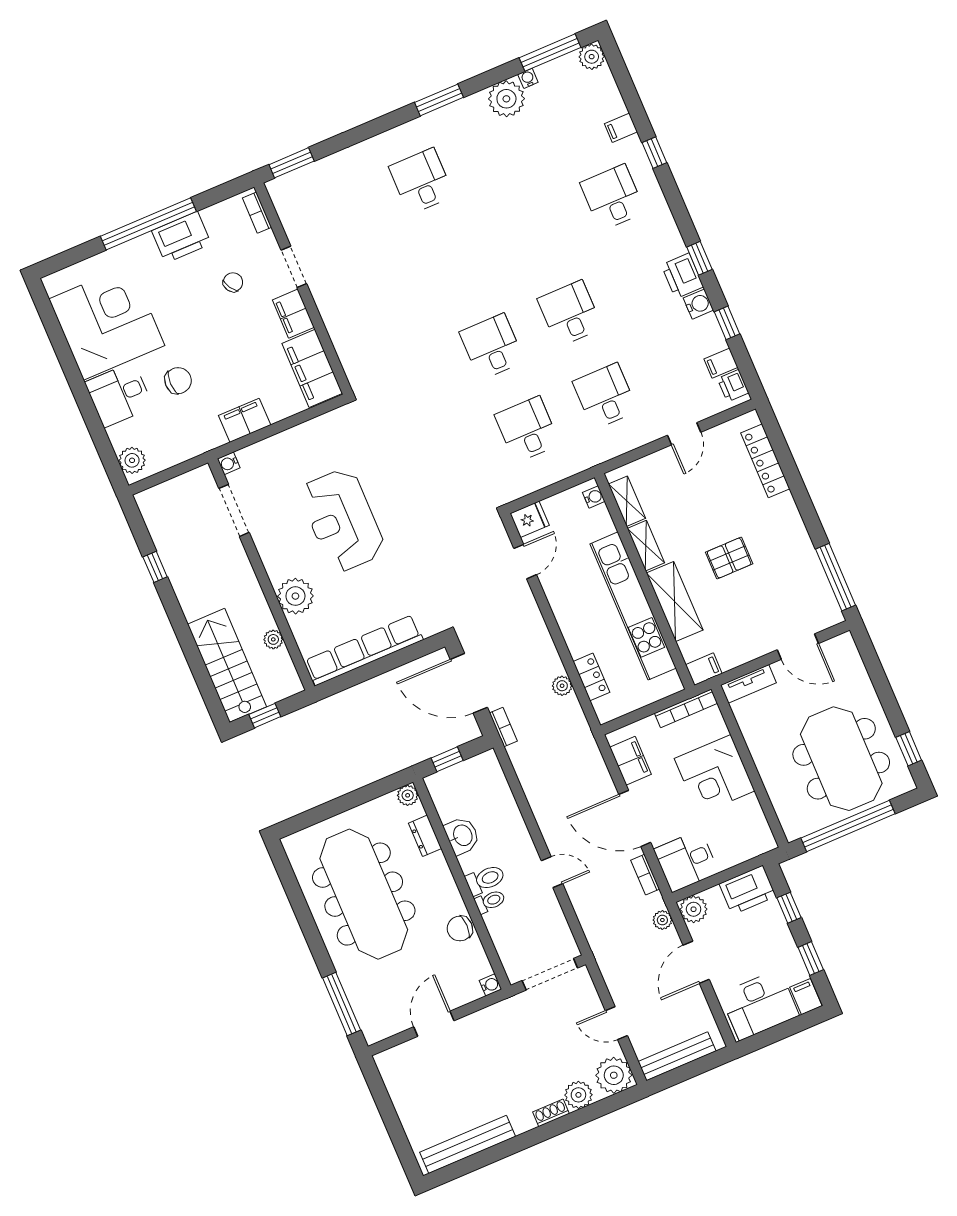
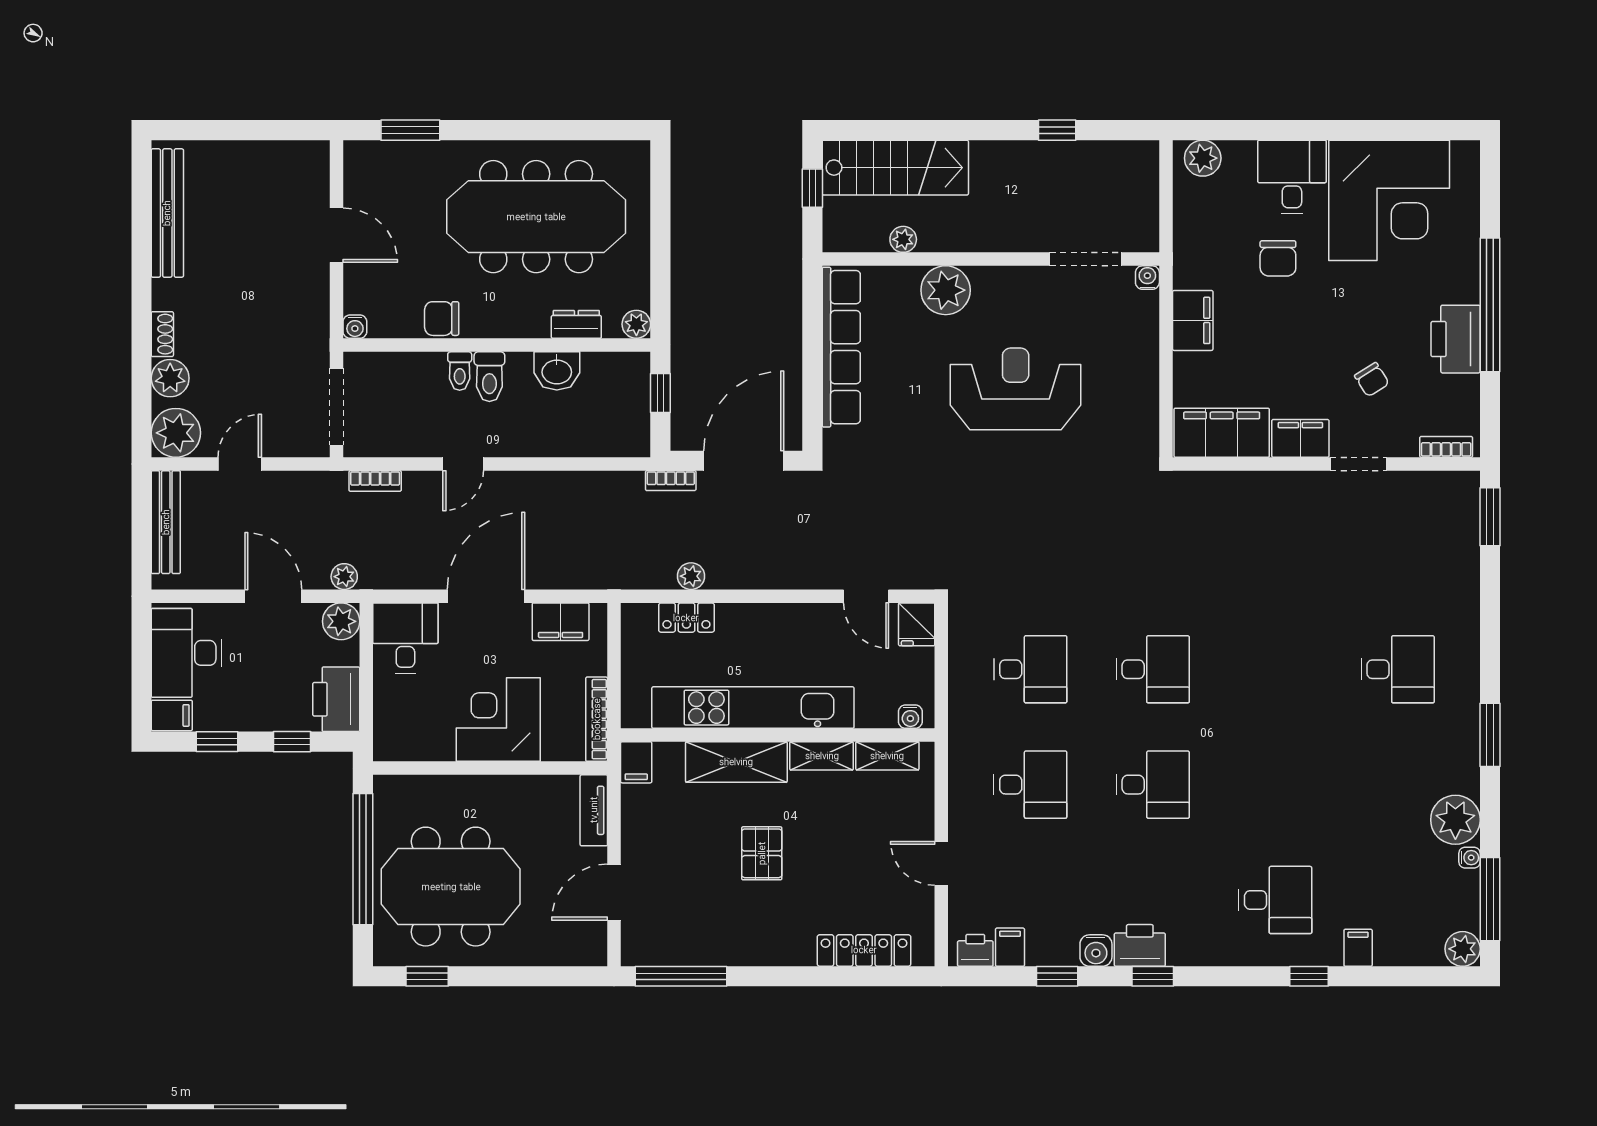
bookcase: (645, 875) -> (375, 481), moved, turned 180
chair: (460, 929) -> (442, 319), turned -90
window: (342, 1004) -> (410, 130), width x0.69

